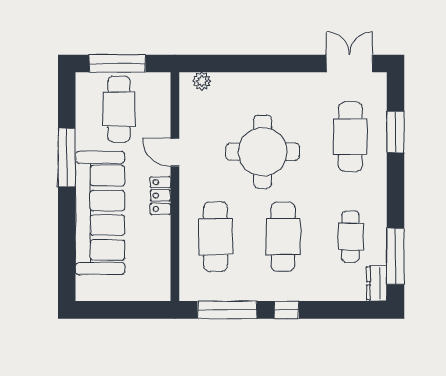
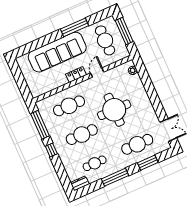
cafe table: (119, 109) -> (105, 40), turned 90
window: (395, 256) -> (115, 177), moved

